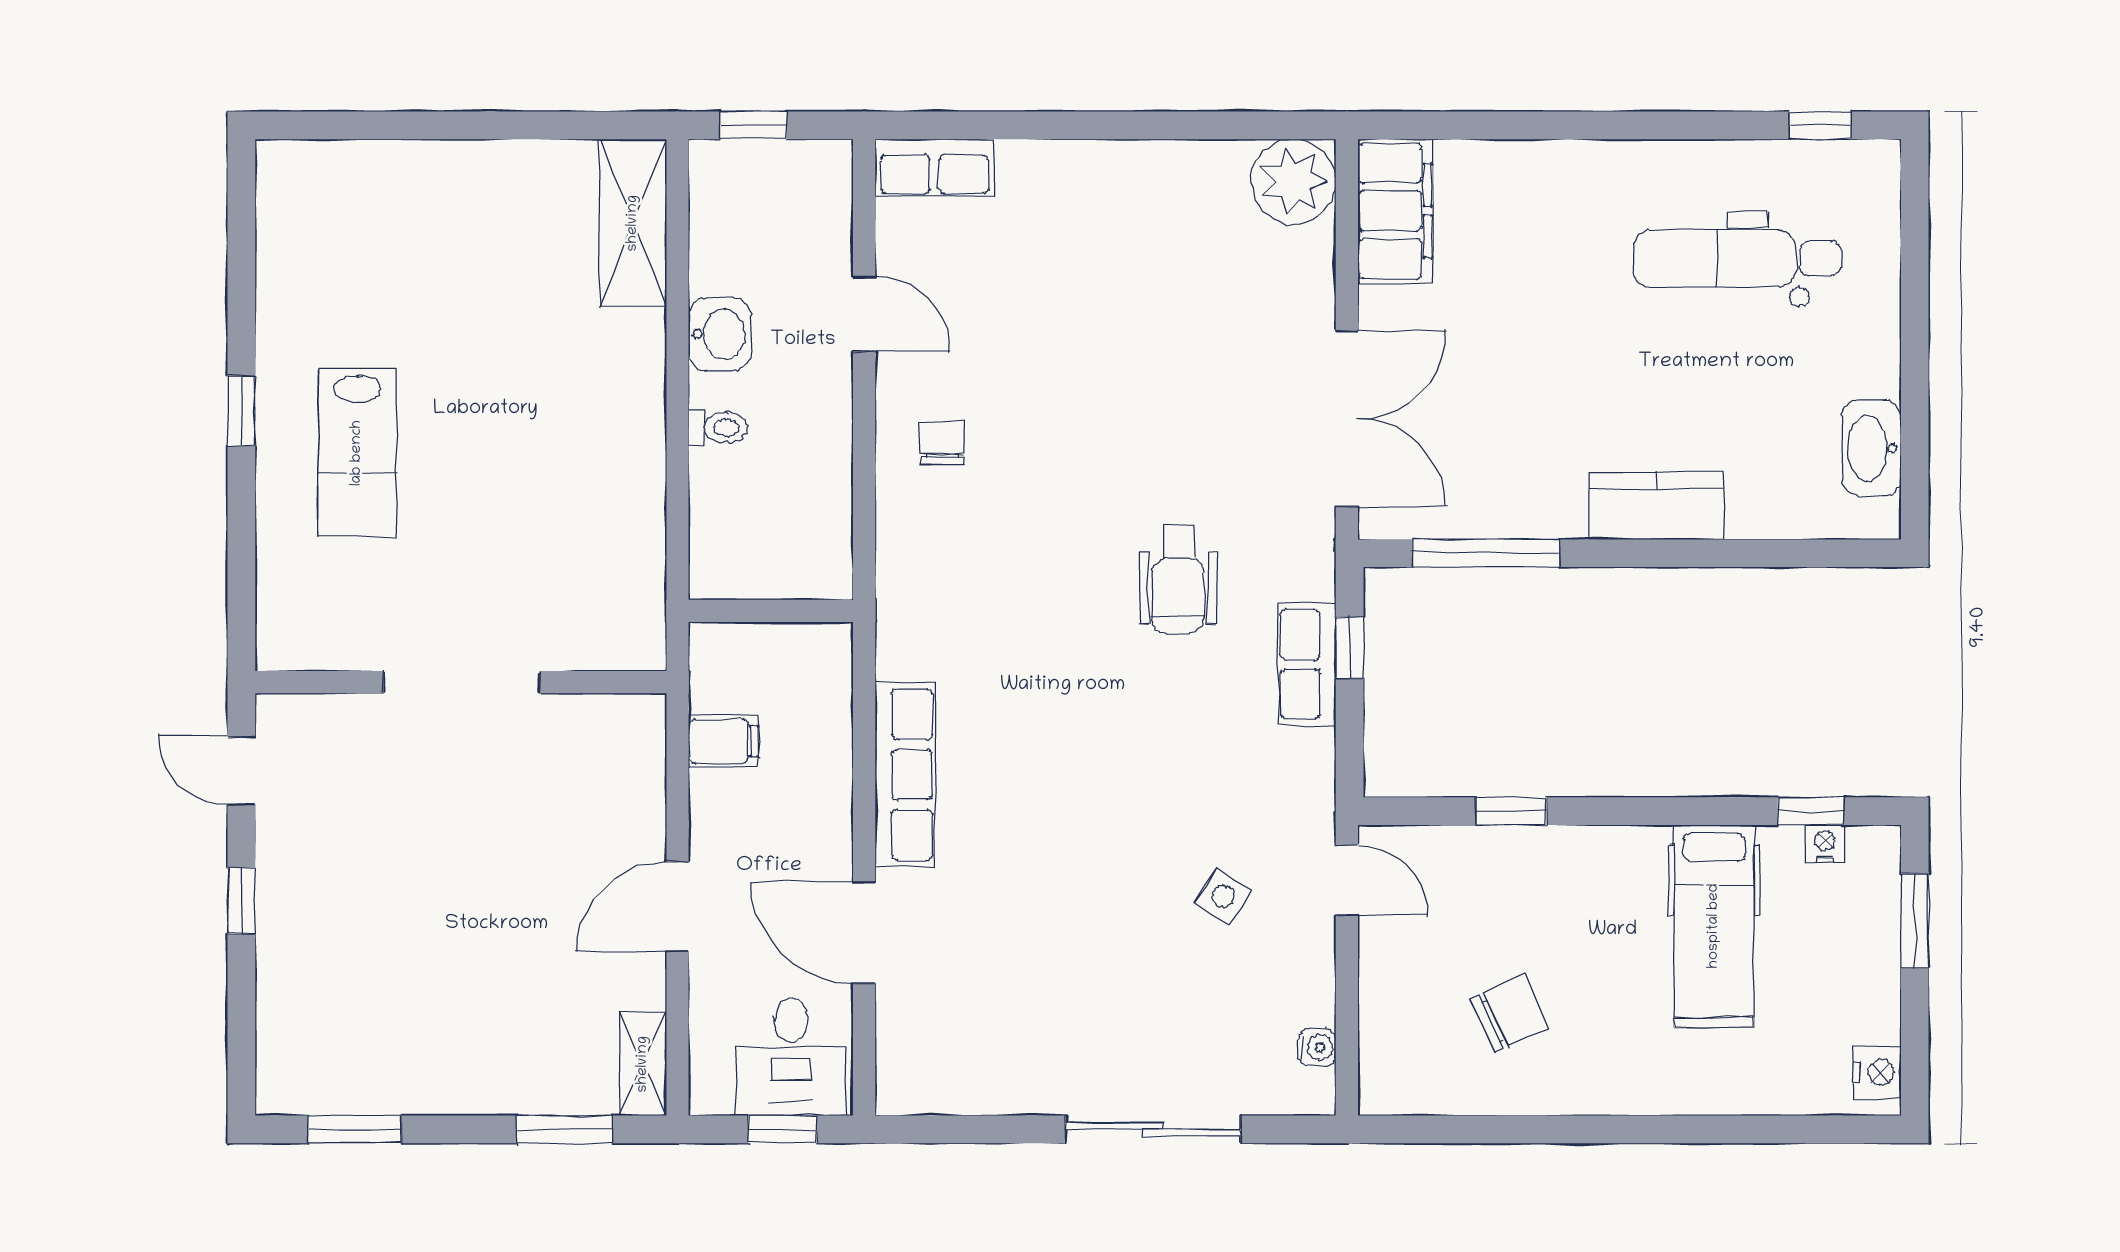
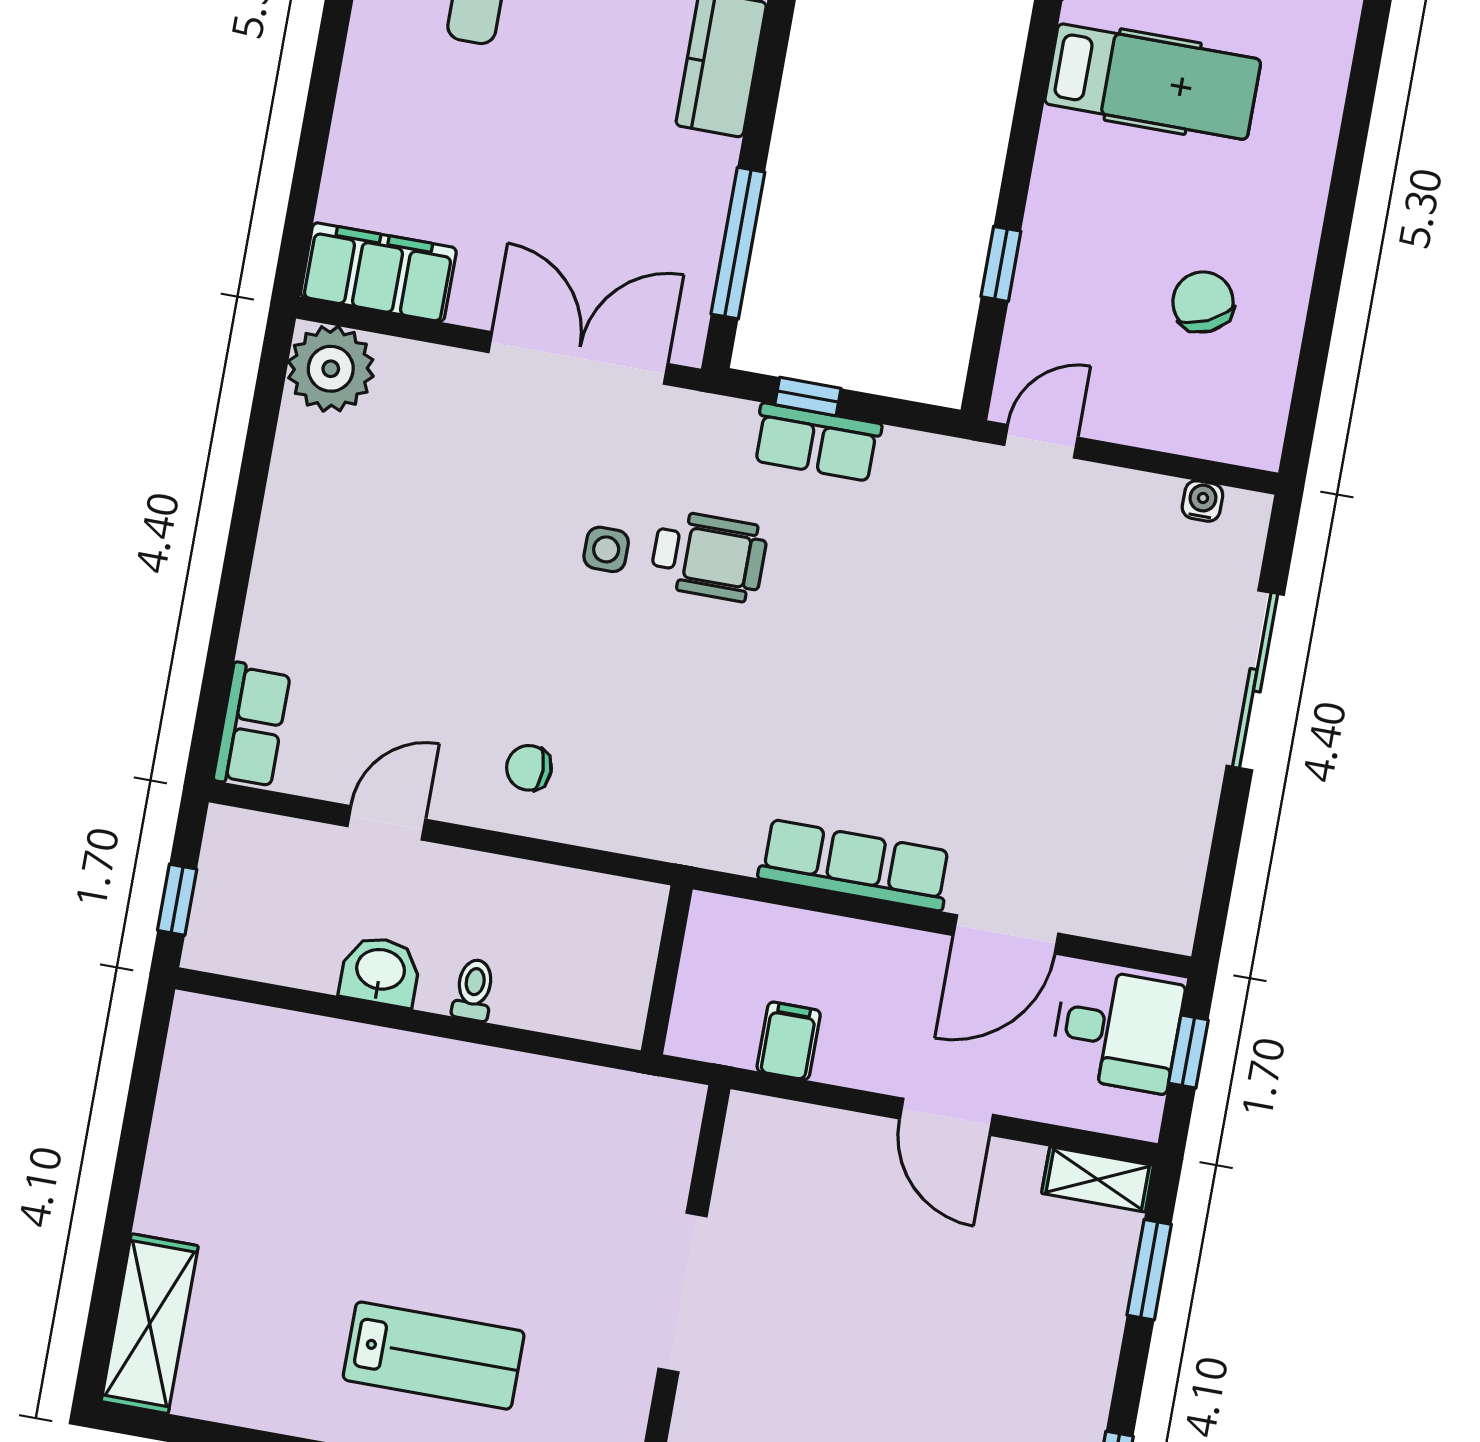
shelving: (633, 223) -> (150, 1324), moved, turned 90
side table: (1223, 896) -> (606, 549), moved, turned -33

